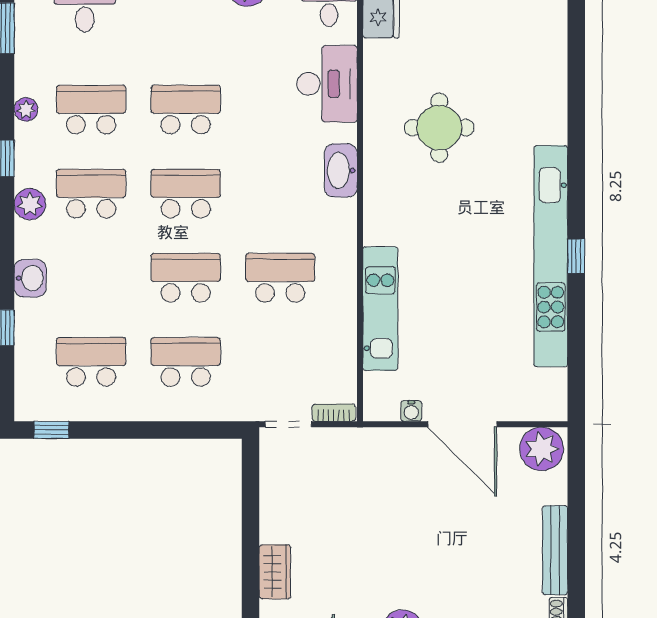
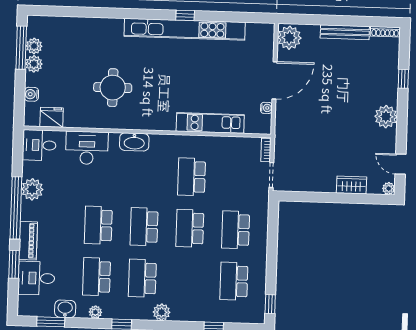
plant: (30, 204) -> (162, 312), moved
washbasin: (30, 278) -> (65, 309), moved

